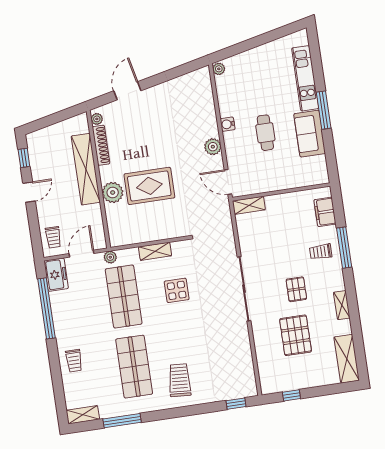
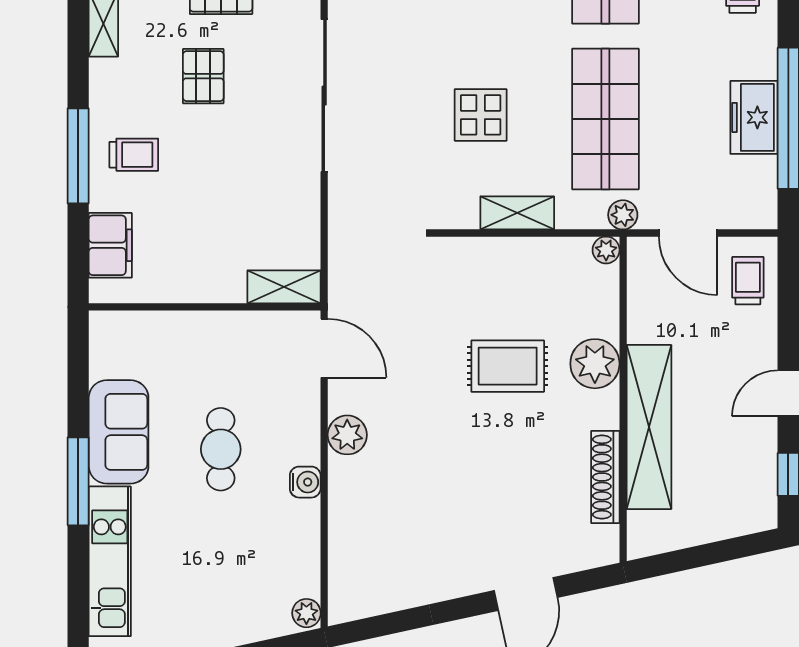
plant: (97, 119) -> (606, 250), moved
rug: (149, 186) -> (508, 366), width x0.73, depth x0.70
door: (81, 254) -> (688, 233), hinge flipped
freezer: (56, 275) -> (754, 117), moved

